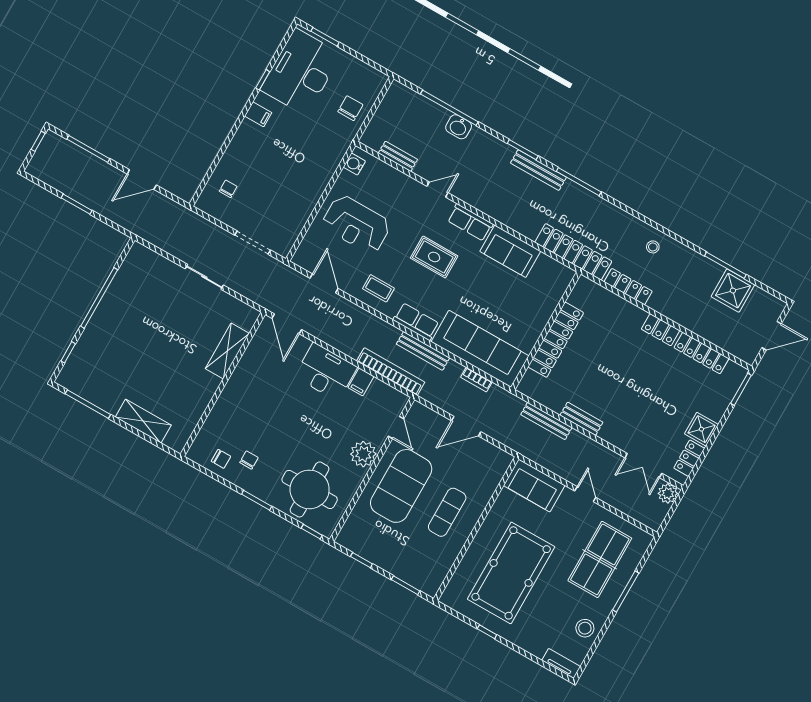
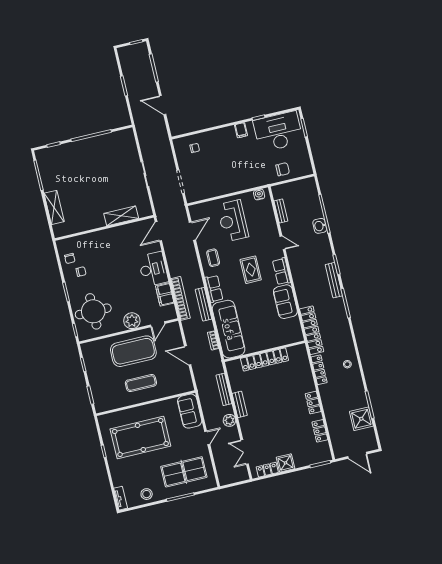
locker: (701, 353) -> (320, 431), width x0.66
filing cabinet: (361, 382) -> (165, 294), width x2.00
plant: (668, 493) -> (229, 420), moved

